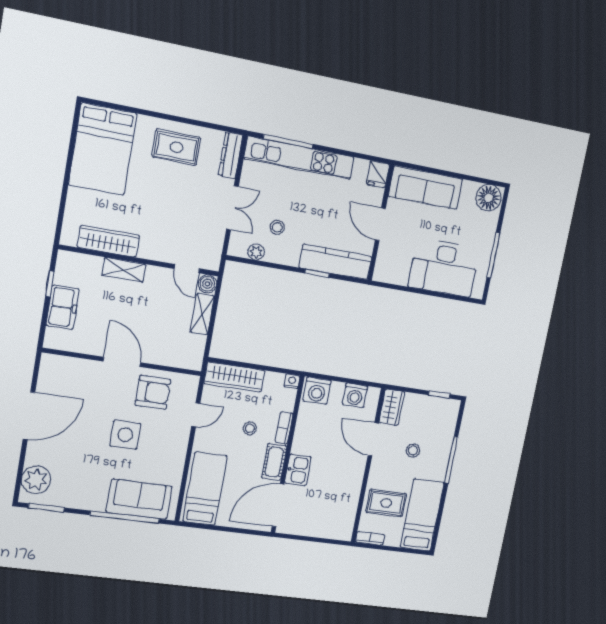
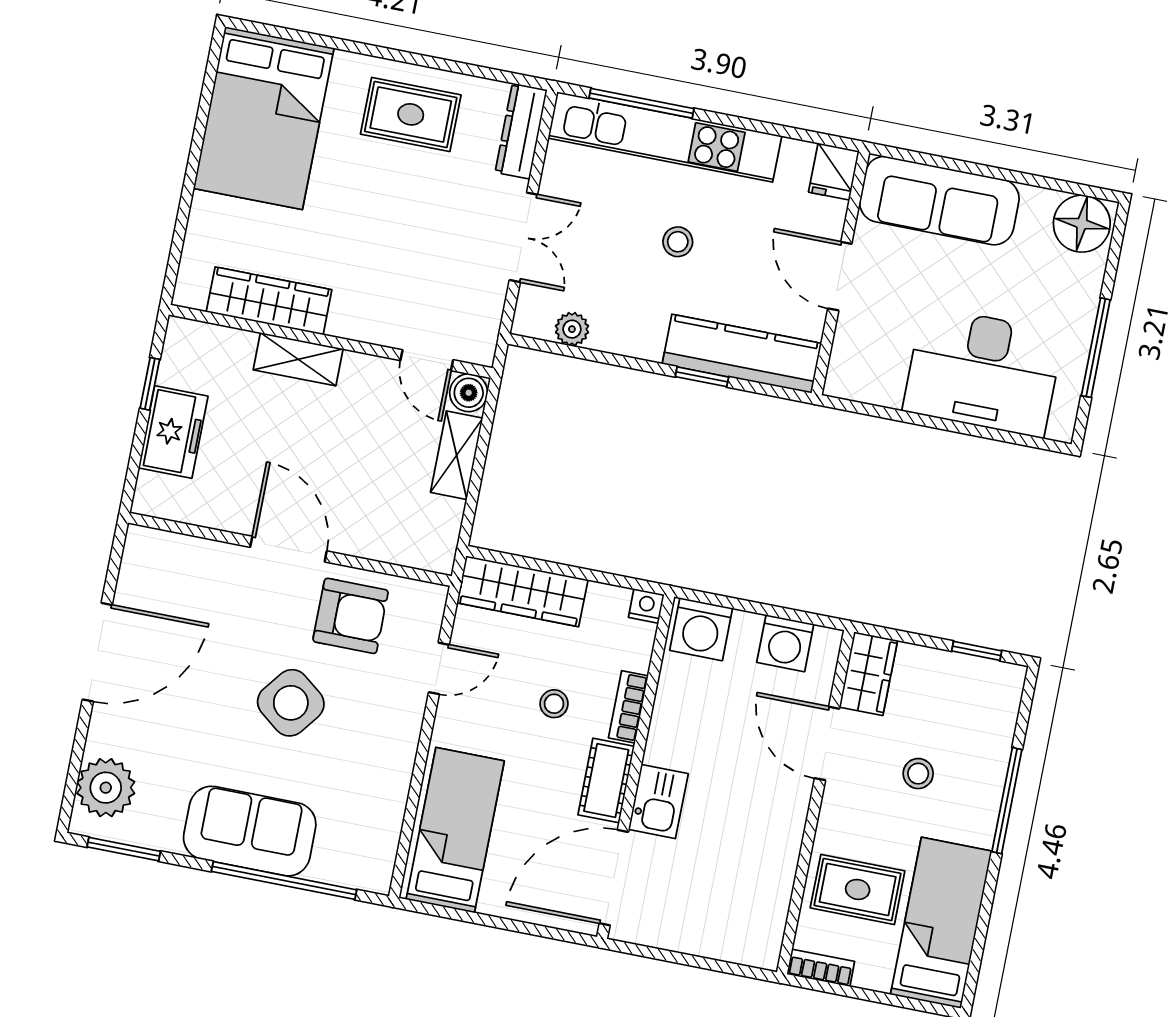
stool: (277, 227) -> (678, 242), moved
side table: (125, 435) -> (291, 703), turned 38
sofa: (139, 499) -> (250, 831), moved

